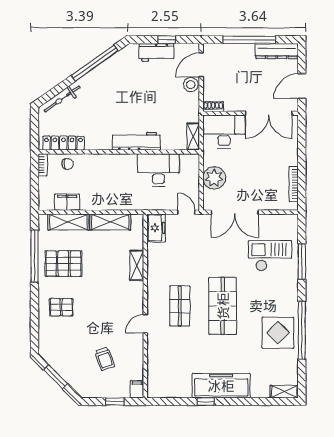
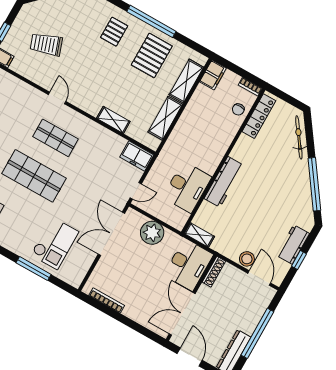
shoe rack: (213, 107) -> (214, 272), width x1.43
filing cabinet: (67, 202) -> (213, 75), moved
window: (35, 256) -> (151, 21), moved
trolley: (105, 359) -> (46, 44), width x1.36, depth x1.39

